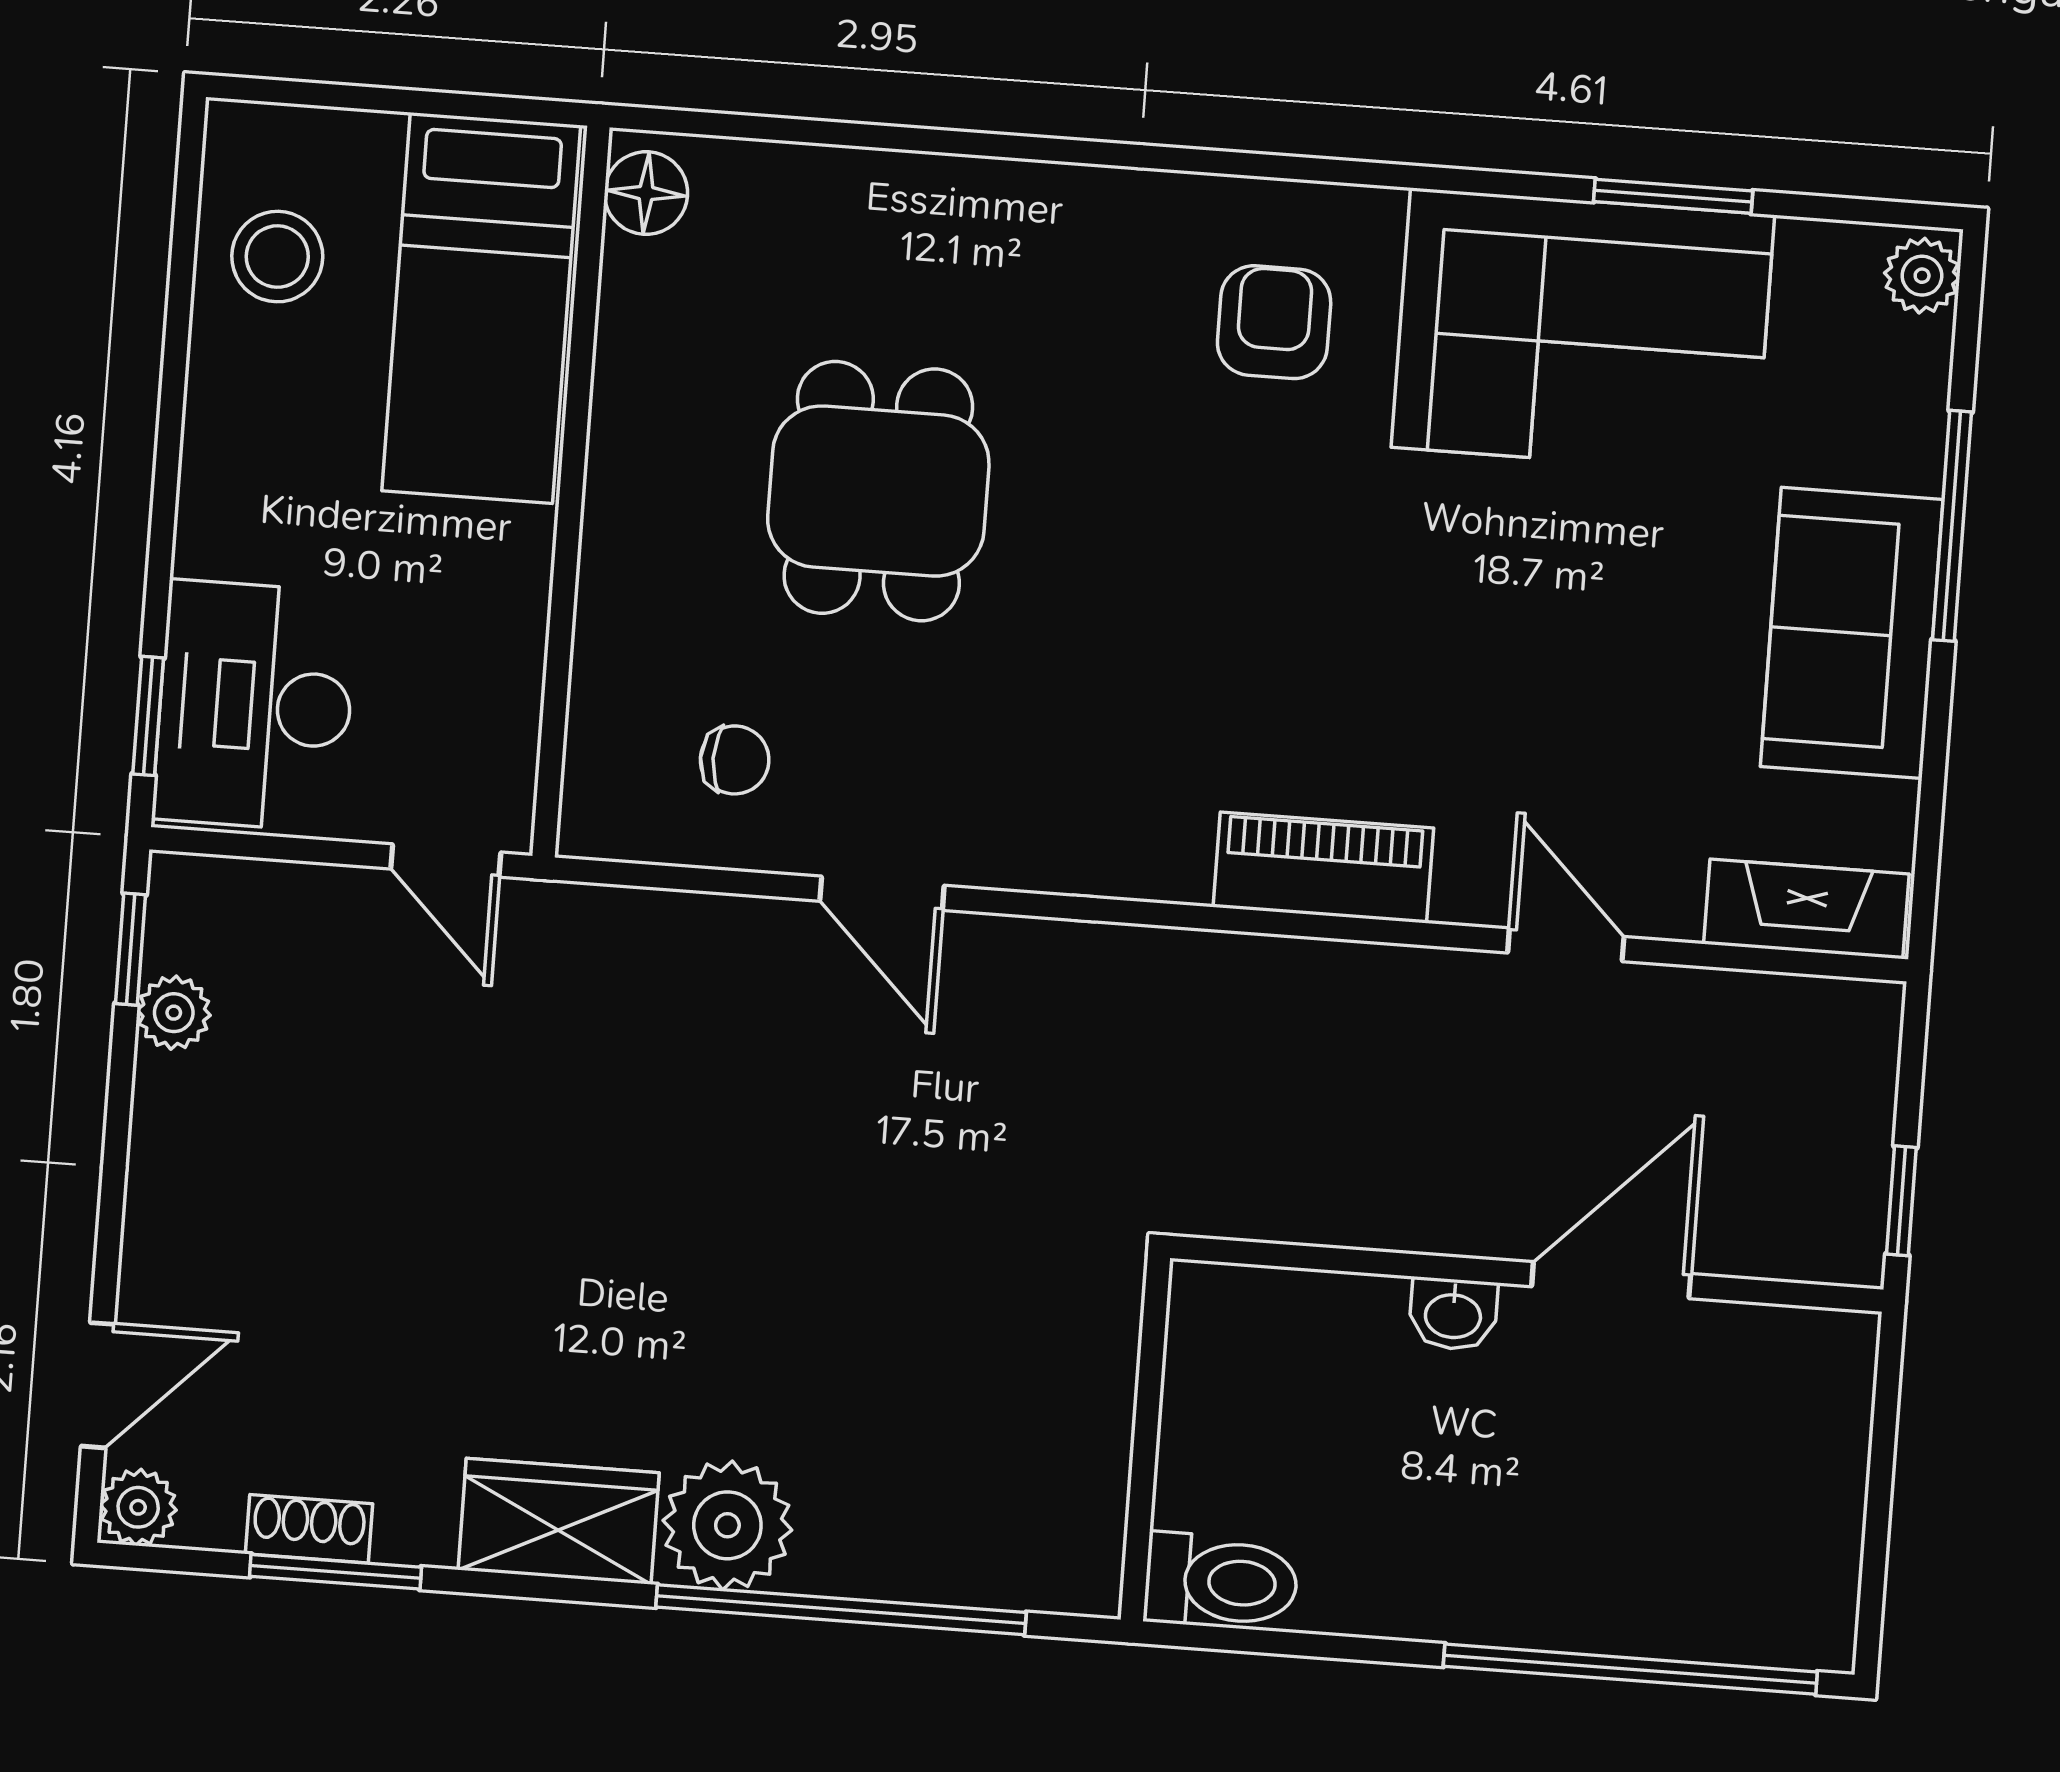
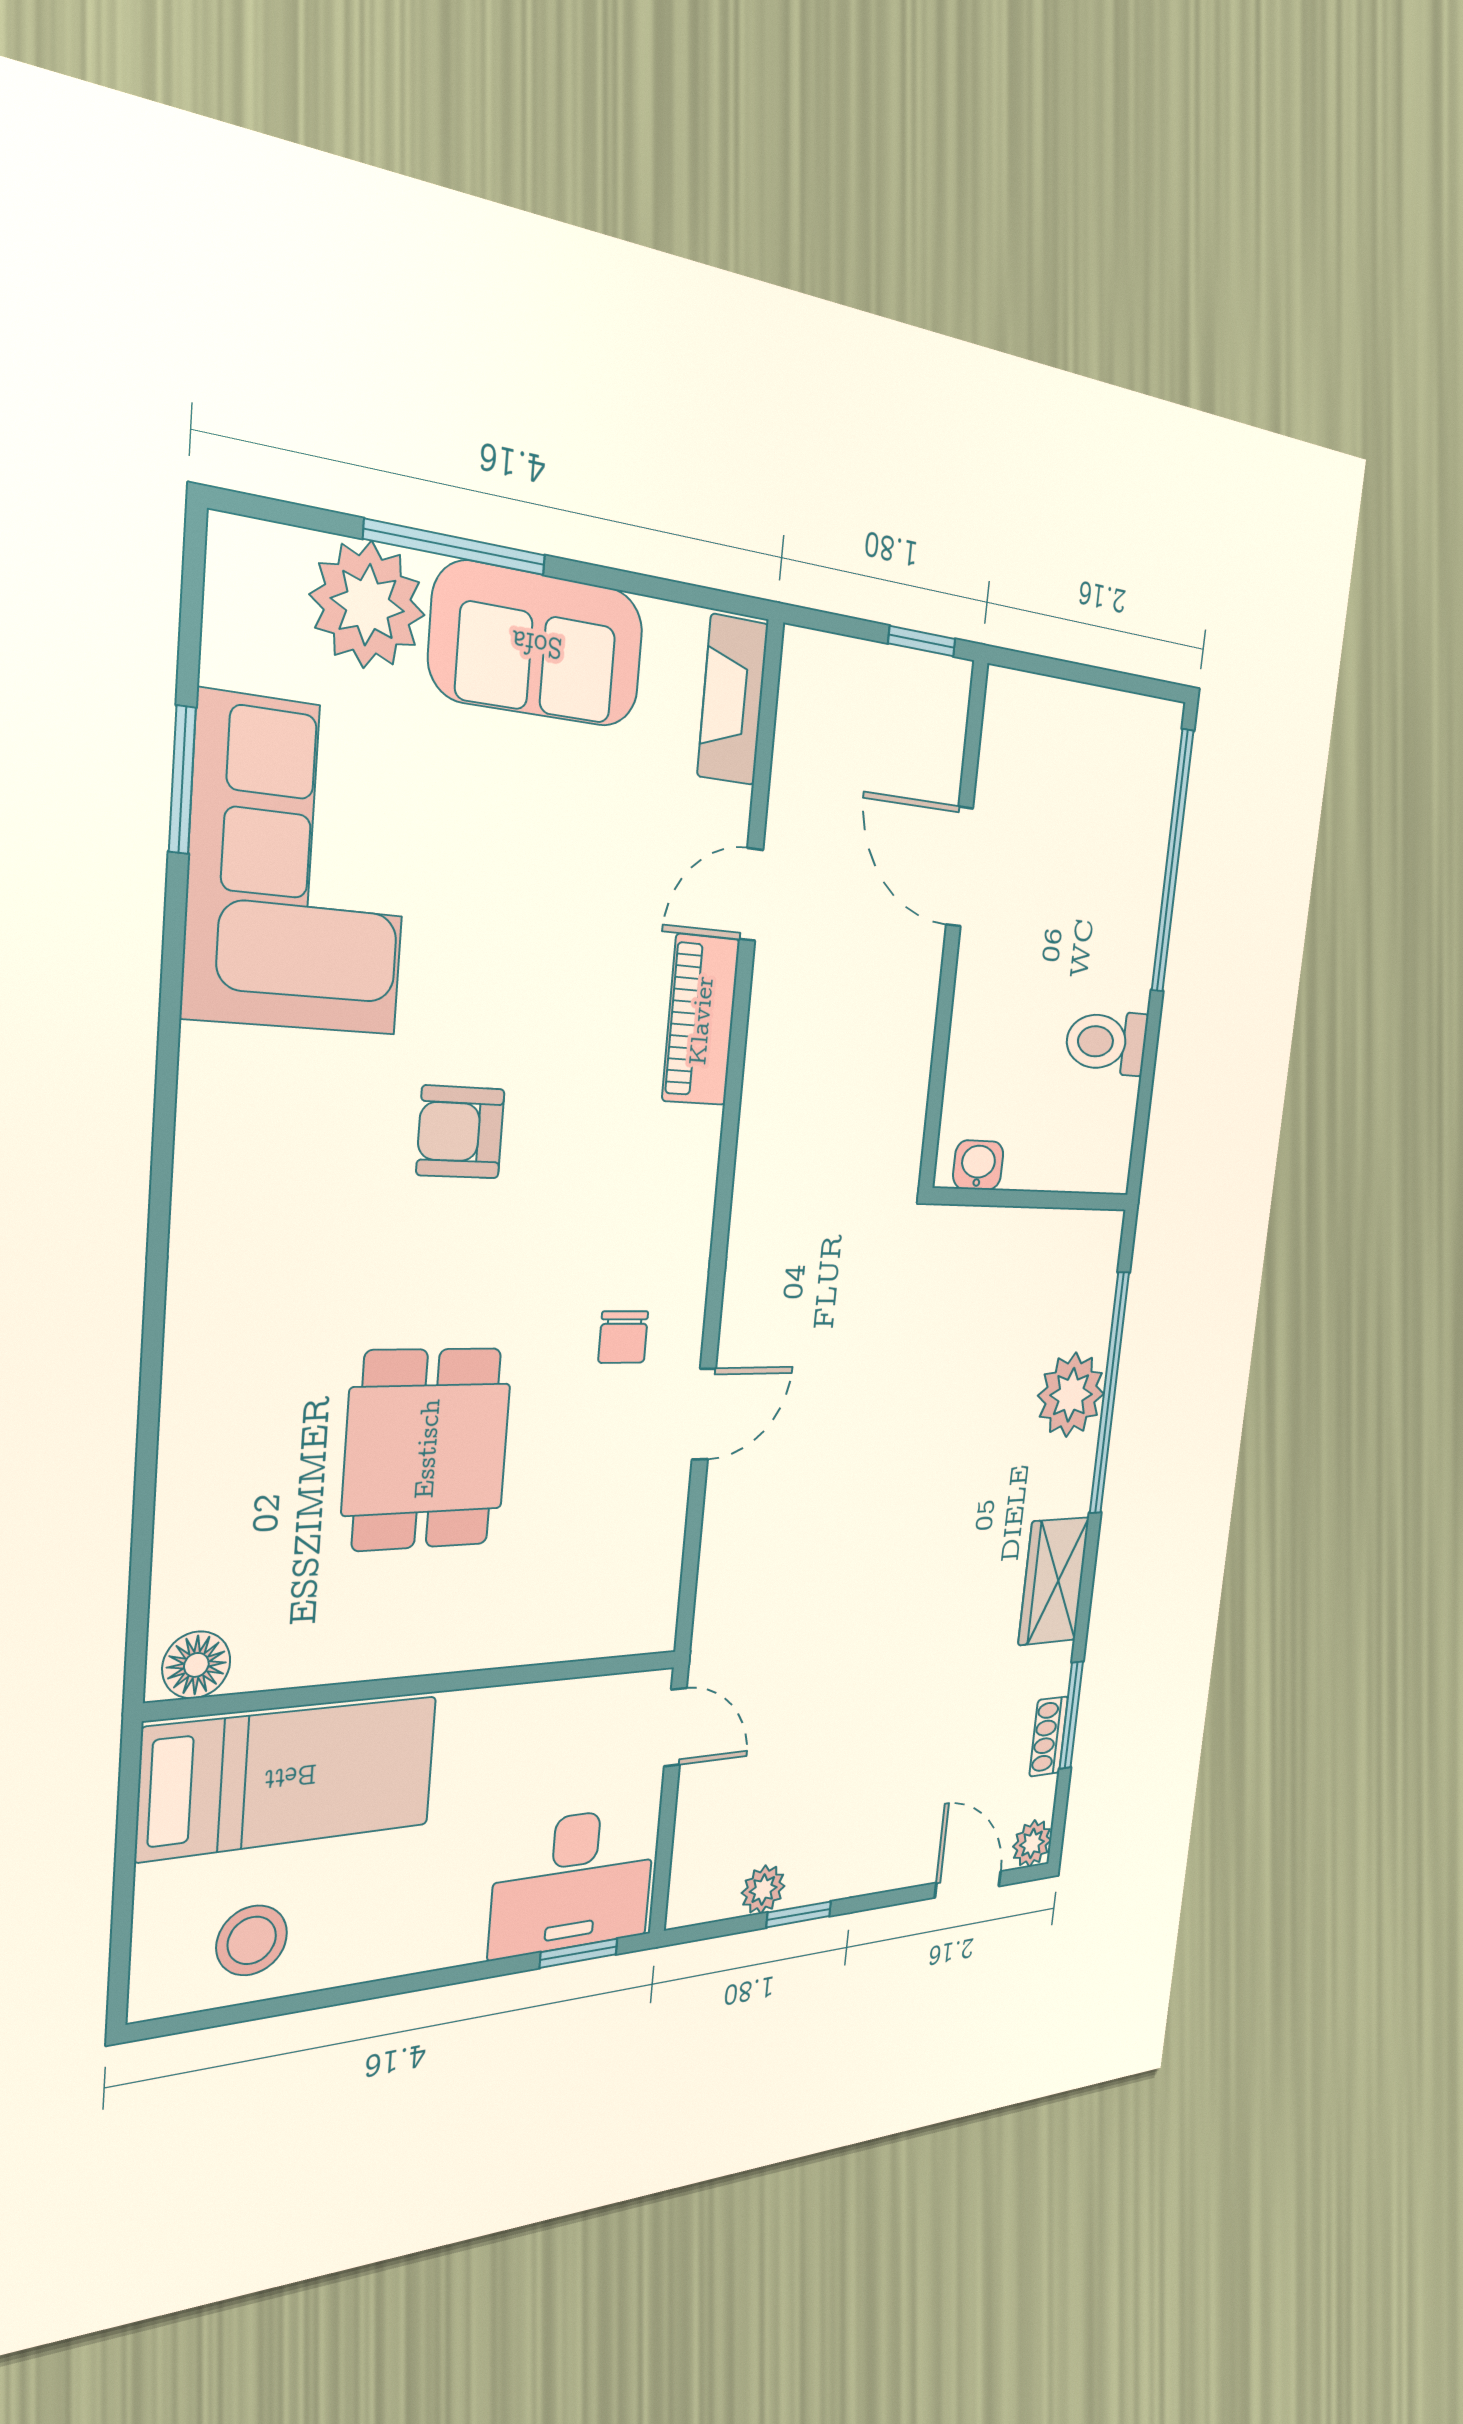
plant: (1922, 276) -> (368, 605), moved, width x1.88, depth x1.88
armchair: (1274, 322) -> (460, 1132), moved
dining table: (878, 491) -> (427, 1449), turned 90
chair: (735, 760) -> (623, 1337), moved, turned 180
door: (446, 860) -> (675, 1727), hinge flipped
piano: (1323, 867) -> (701, 1020), moved
window: (131, 949) -> (799, 1914), moved
washbasin: (1453, 1314) -> (978, 1165), moved, turned -90
plant: (727, 1525) -> (1071, 1395), moved
toilet: (1221, 1582) -> (1106, 1042), moved, turned -90

